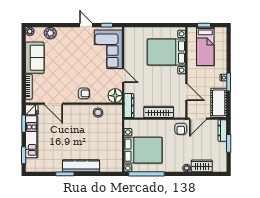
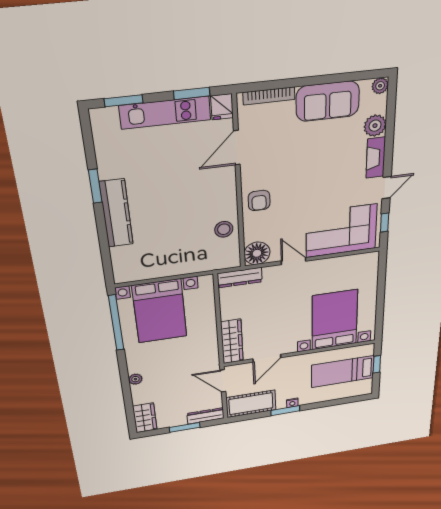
fireplace: (68, 32) -> (376, 158), added
door: (123, 76) -> (293, 261), swing flipped
wardrobe: (159, 112) -> (232, 341), moved
armchair: (181, 129) -> (204, 360), removed
wardrobe: (202, 166) -> (145, 418), moved

